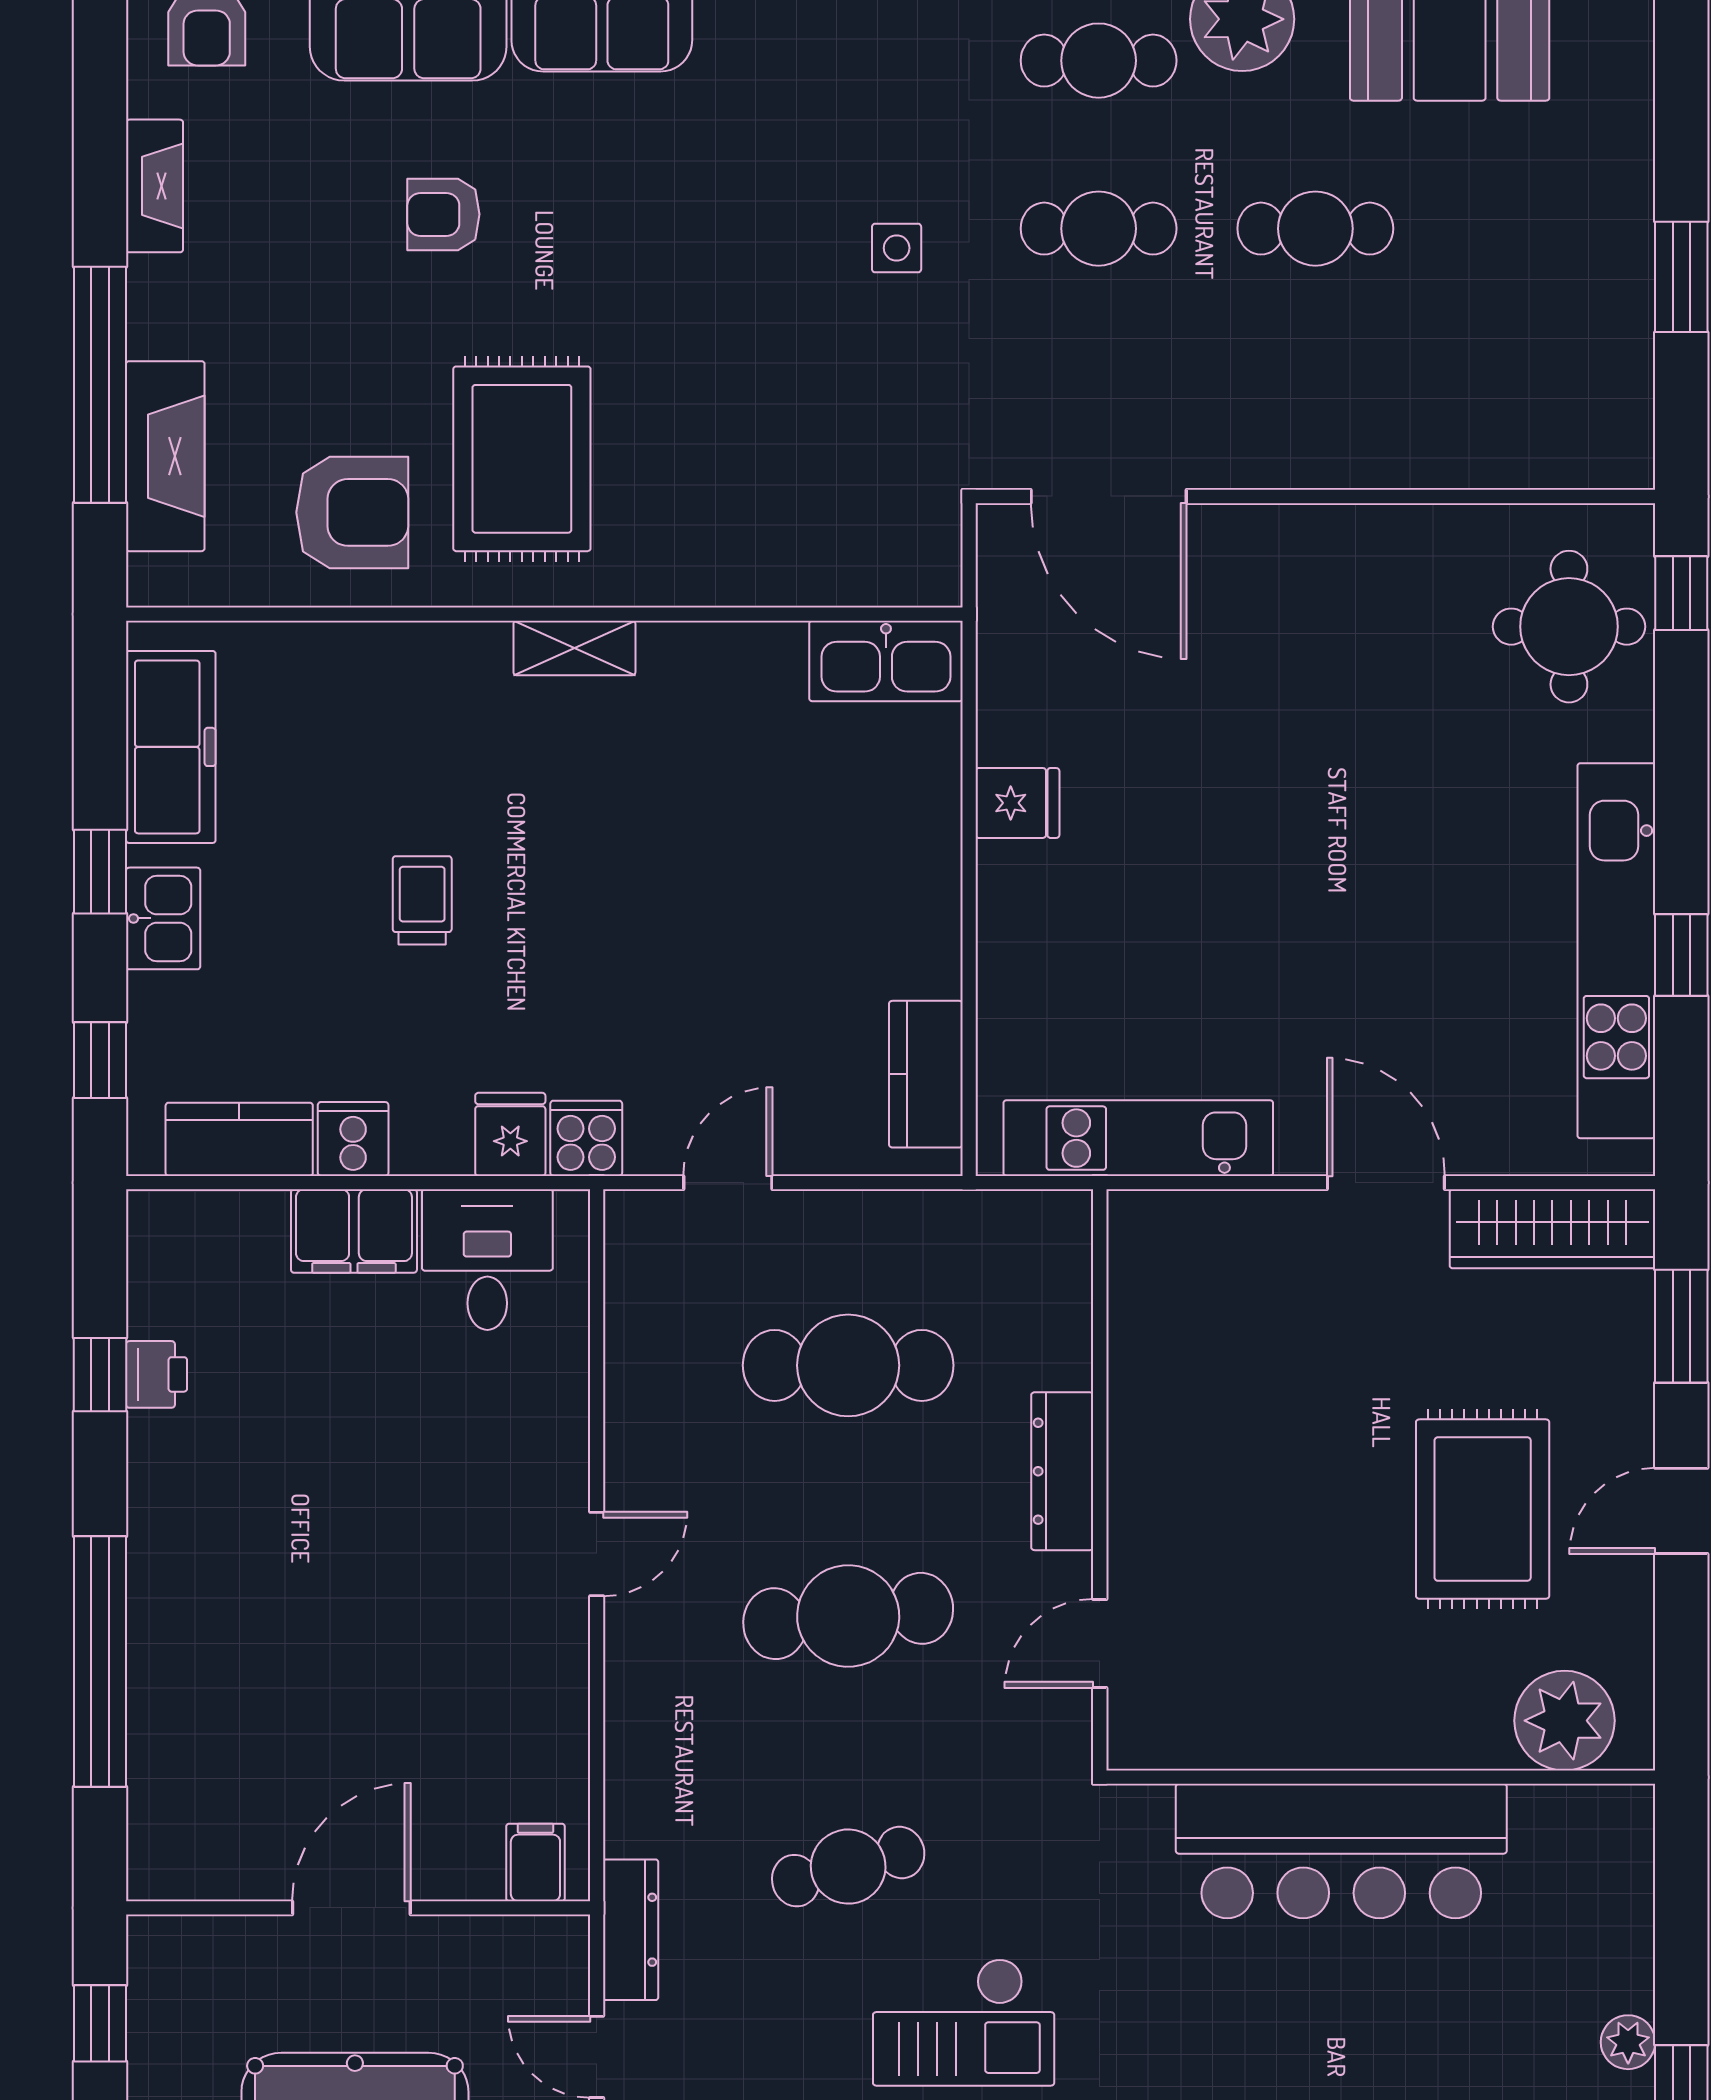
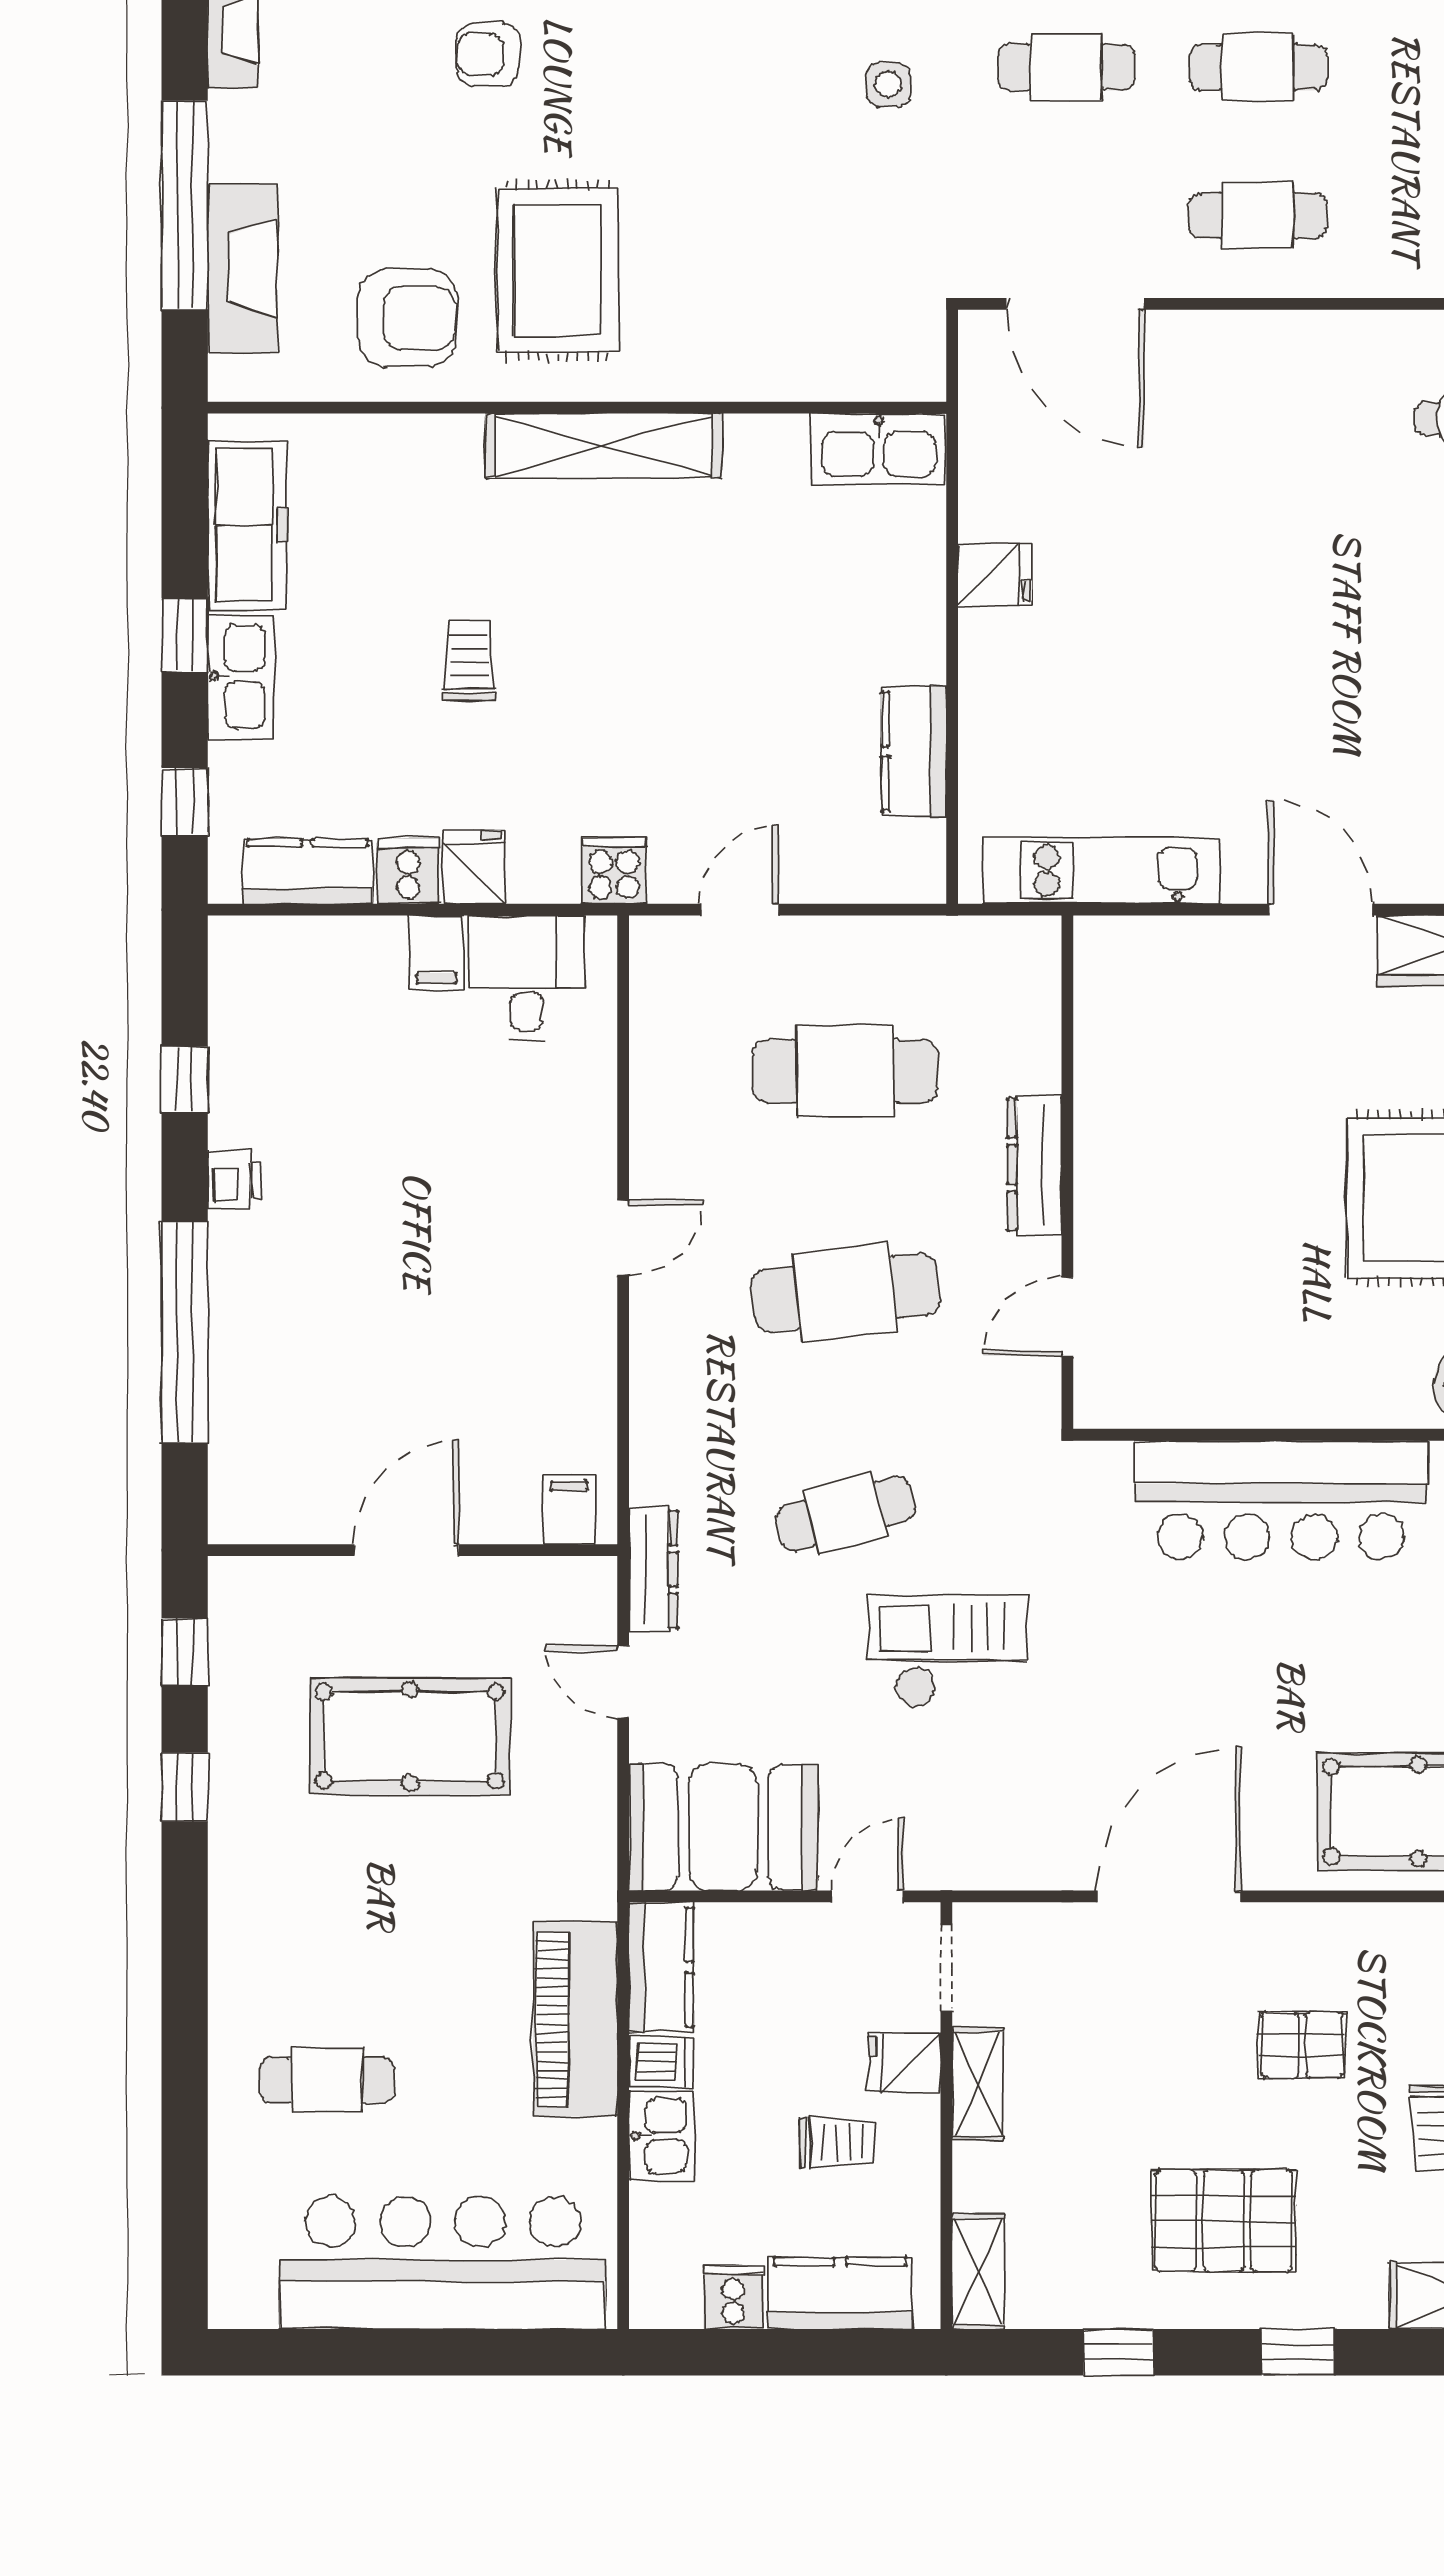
cafe table: (1315, 397) -> (1258, 216), added
shelving: (574, 648) -> (604, 446), width x2.20, depth x1.33
kitchen sink: (163, 918) -> (240, 676), width x1.38
kitchen counter: (926, 1074) -> (914, 752), moved
fridge: (510, 1134) -> (475, 867), moved
filing cabinet: (354, 1231) -> (437, 952), width x0.50
printer: (157, 1374) -> (235, 1180), moved
checkout: (964, 2022) -> (947, 1651), turned 180

